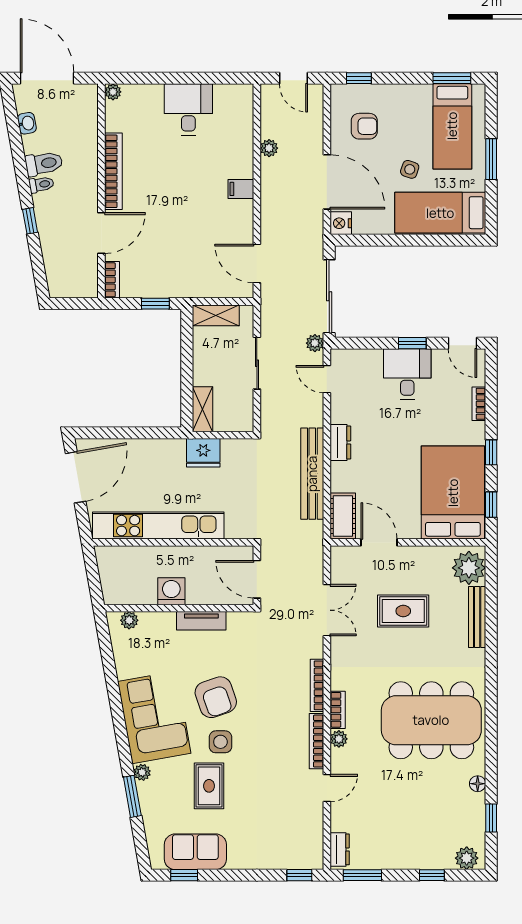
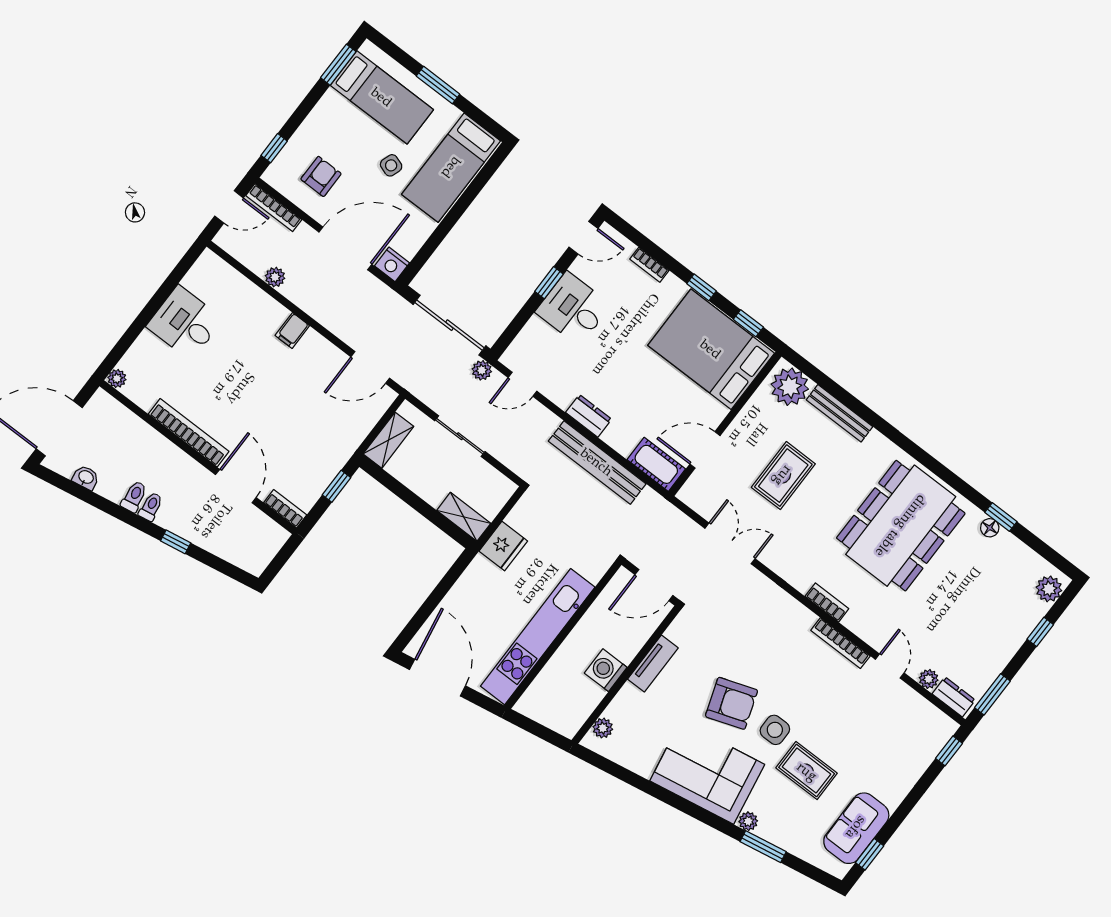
toilet: (44, 164) -> (134, 497), width x0.73, depth x0.72
bookcase: (317, 685) -> (274, 208), moved
plant: (339, 739) -> (929, 679), moved
window: (491, 818) -> (1001, 517), moved

